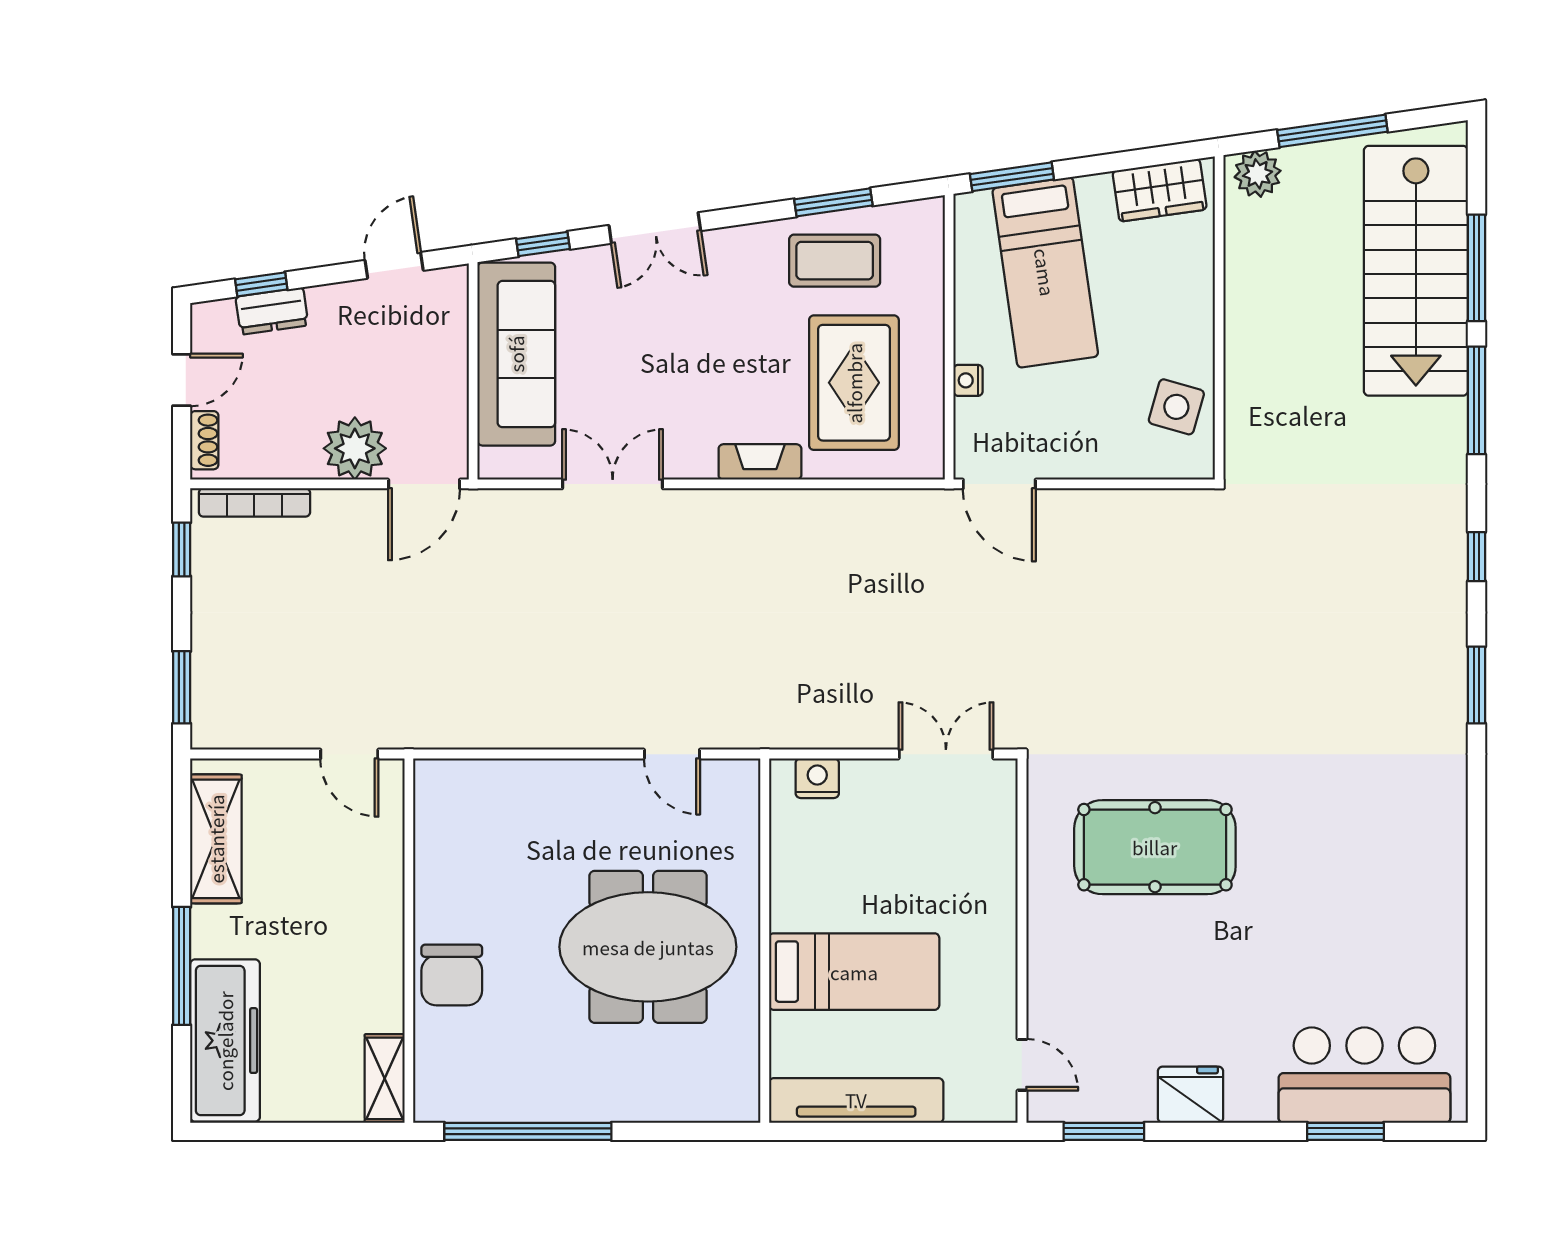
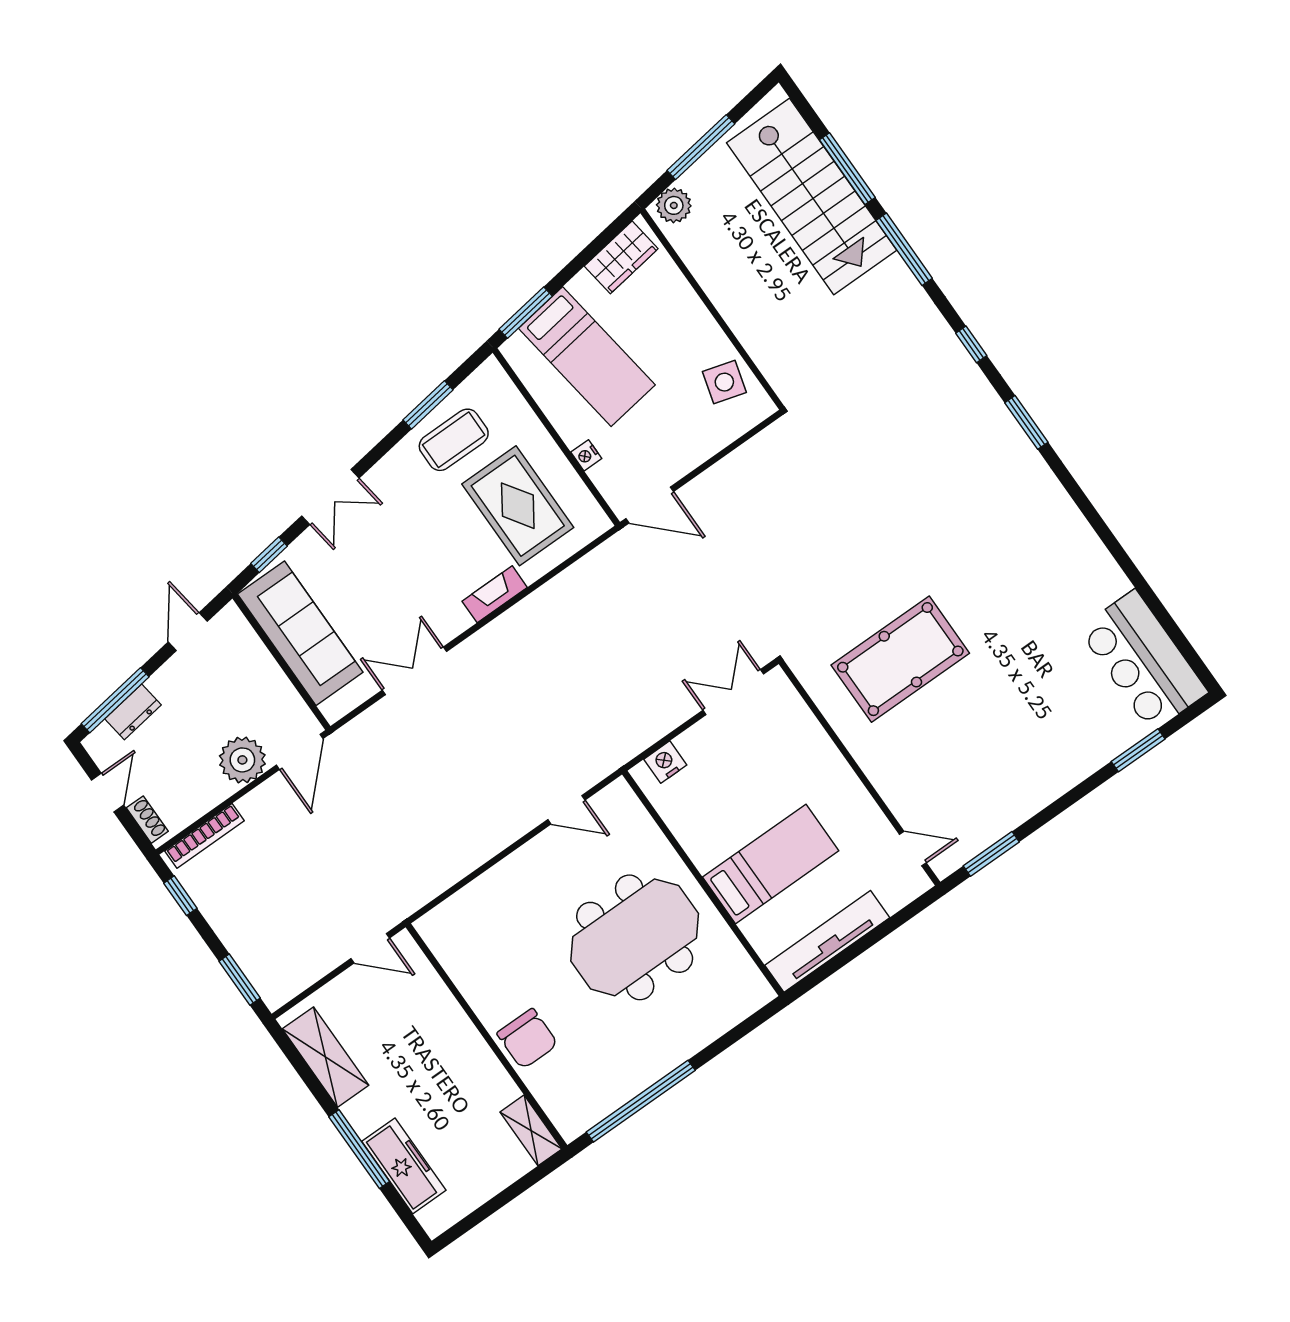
window: (261, 284) -> (115, 700), width x2.17
freezer: (225, 1041) -> (404, 1166), width x0.73, depth x0.79
bar counter: (1364, 1075) -> (1143, 661), moved, turned -90
fridge: (1190, 1095) -> (1028, 794), removed

